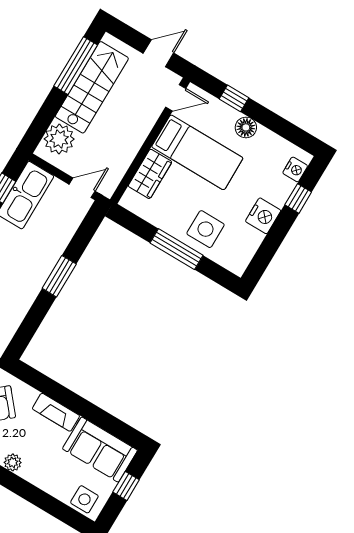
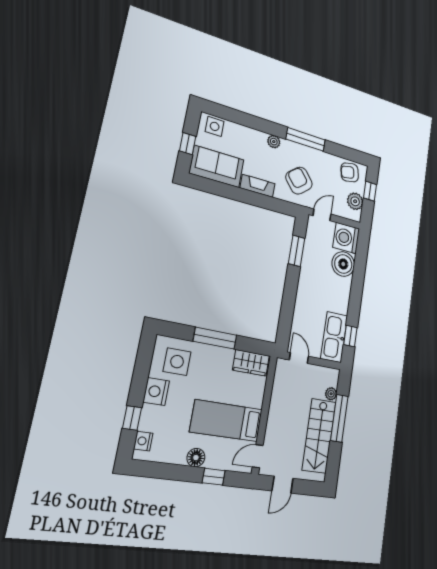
window: (76, 66) -> (339, 418), moved
plant: (59, 139) -> (331, 394), width x0.53, depth x0.53
wardrobe: (150, 174) -> (251, 363), moved, turned -90
door: (82, 188) -> (299, 358), swing flipped
side table: (206, 229) -> (177, 362), moved
window: (59, 276) -> (297, 251), moved

